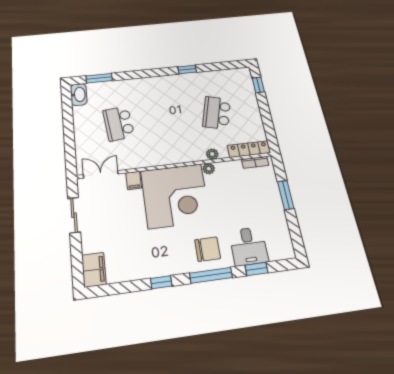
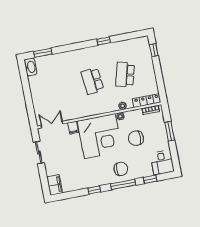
school desk: (119, 123) -> (92, 81), moved
chair: (233, 202) -> (136, 138), added
desk: (249, 246) -> (162, 162), moved

